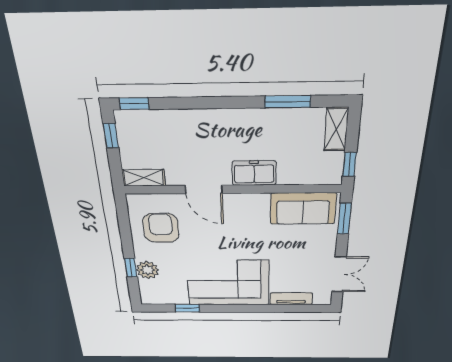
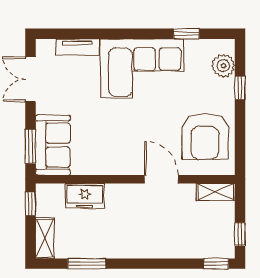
freezer: (254, 173) -> (85, 196), moved
sofa: (303, 209) -> (53, 145), moved, turned 90
armchair: (161, 228) -> (205, 136), width x1.36, depth x1.36
plant: (147, 270) -> (223, 66), moved

